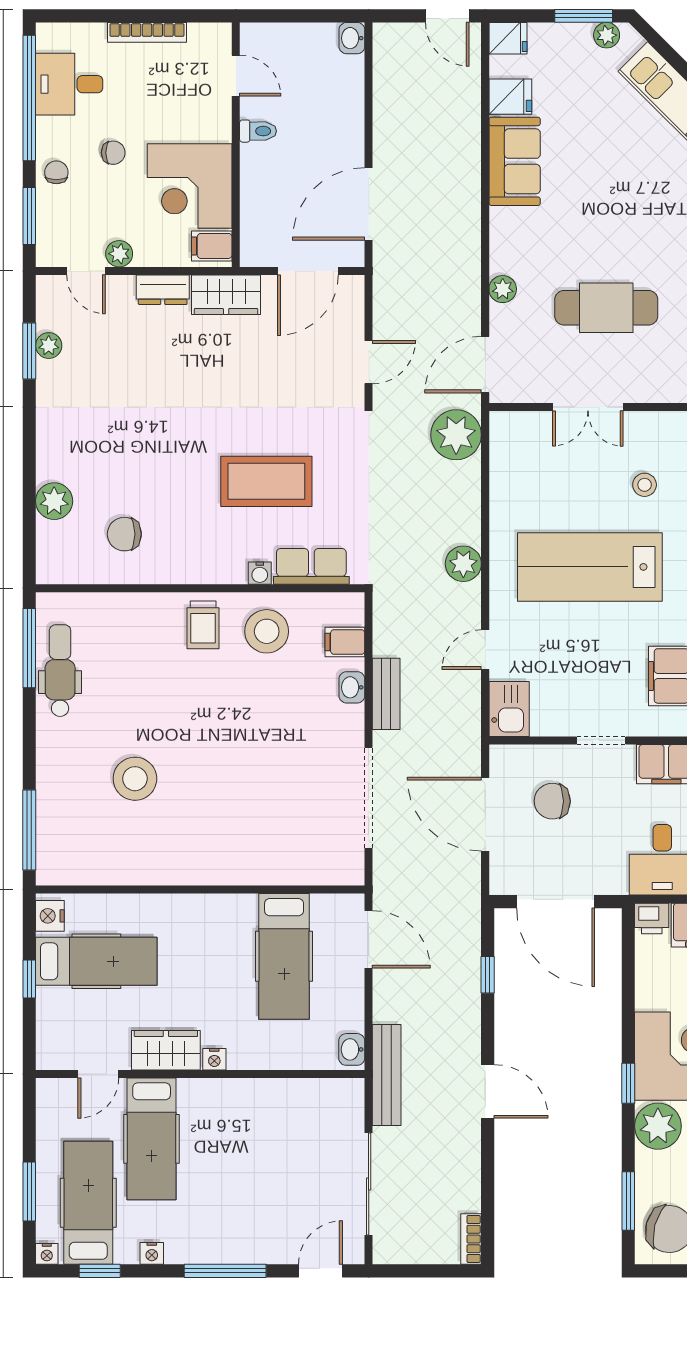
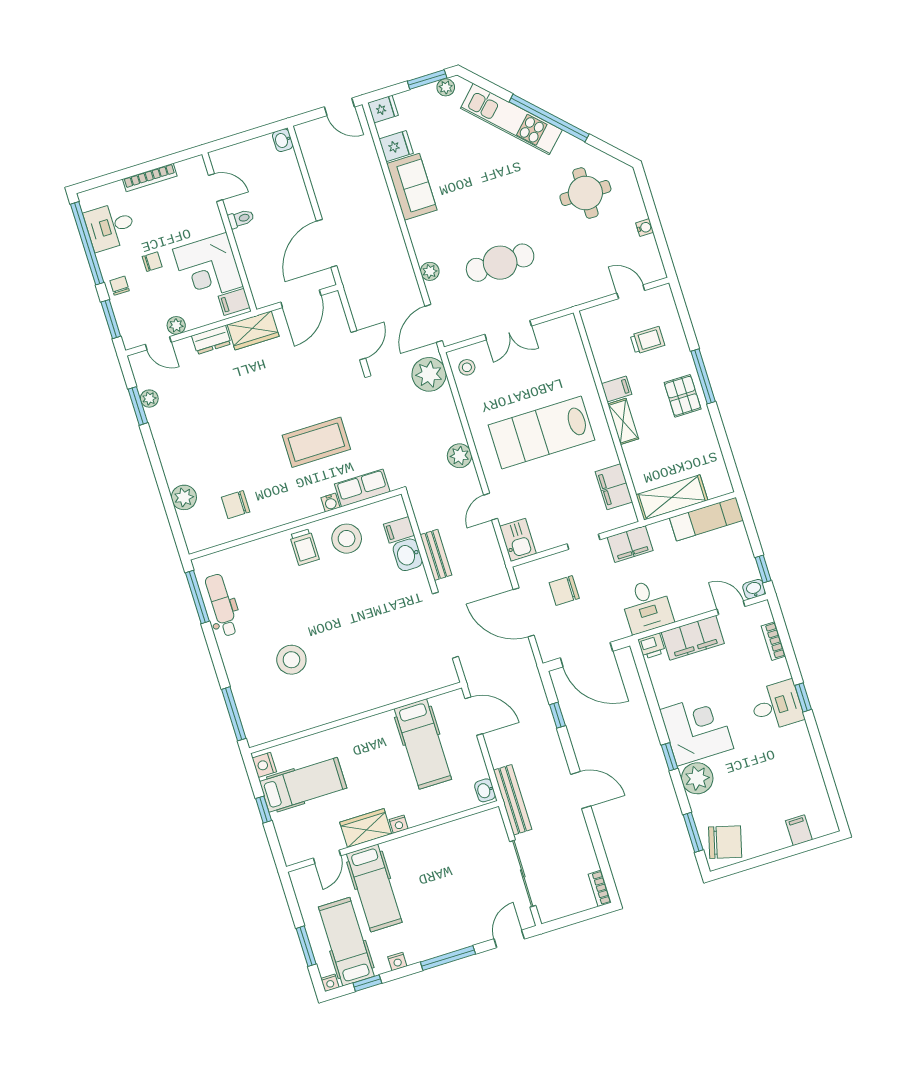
stool: (645, 485) -> (467, 367), moved
washbasin: (352, 687) -> (408, 555), width x1.38, depth x1.45

